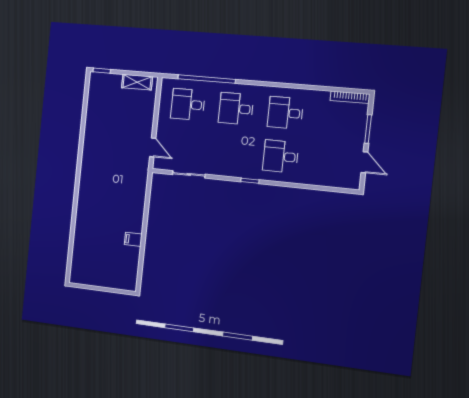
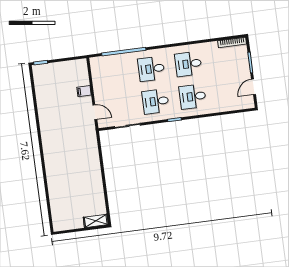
shelving: (137, 82) -> (96, 221), moved
desk: (188, 104) -> (156, 101), moved
door: (364, 162) -> (253, 87), swing flipped
filing cabinet: (133, 239) -> (84, 91), moved

